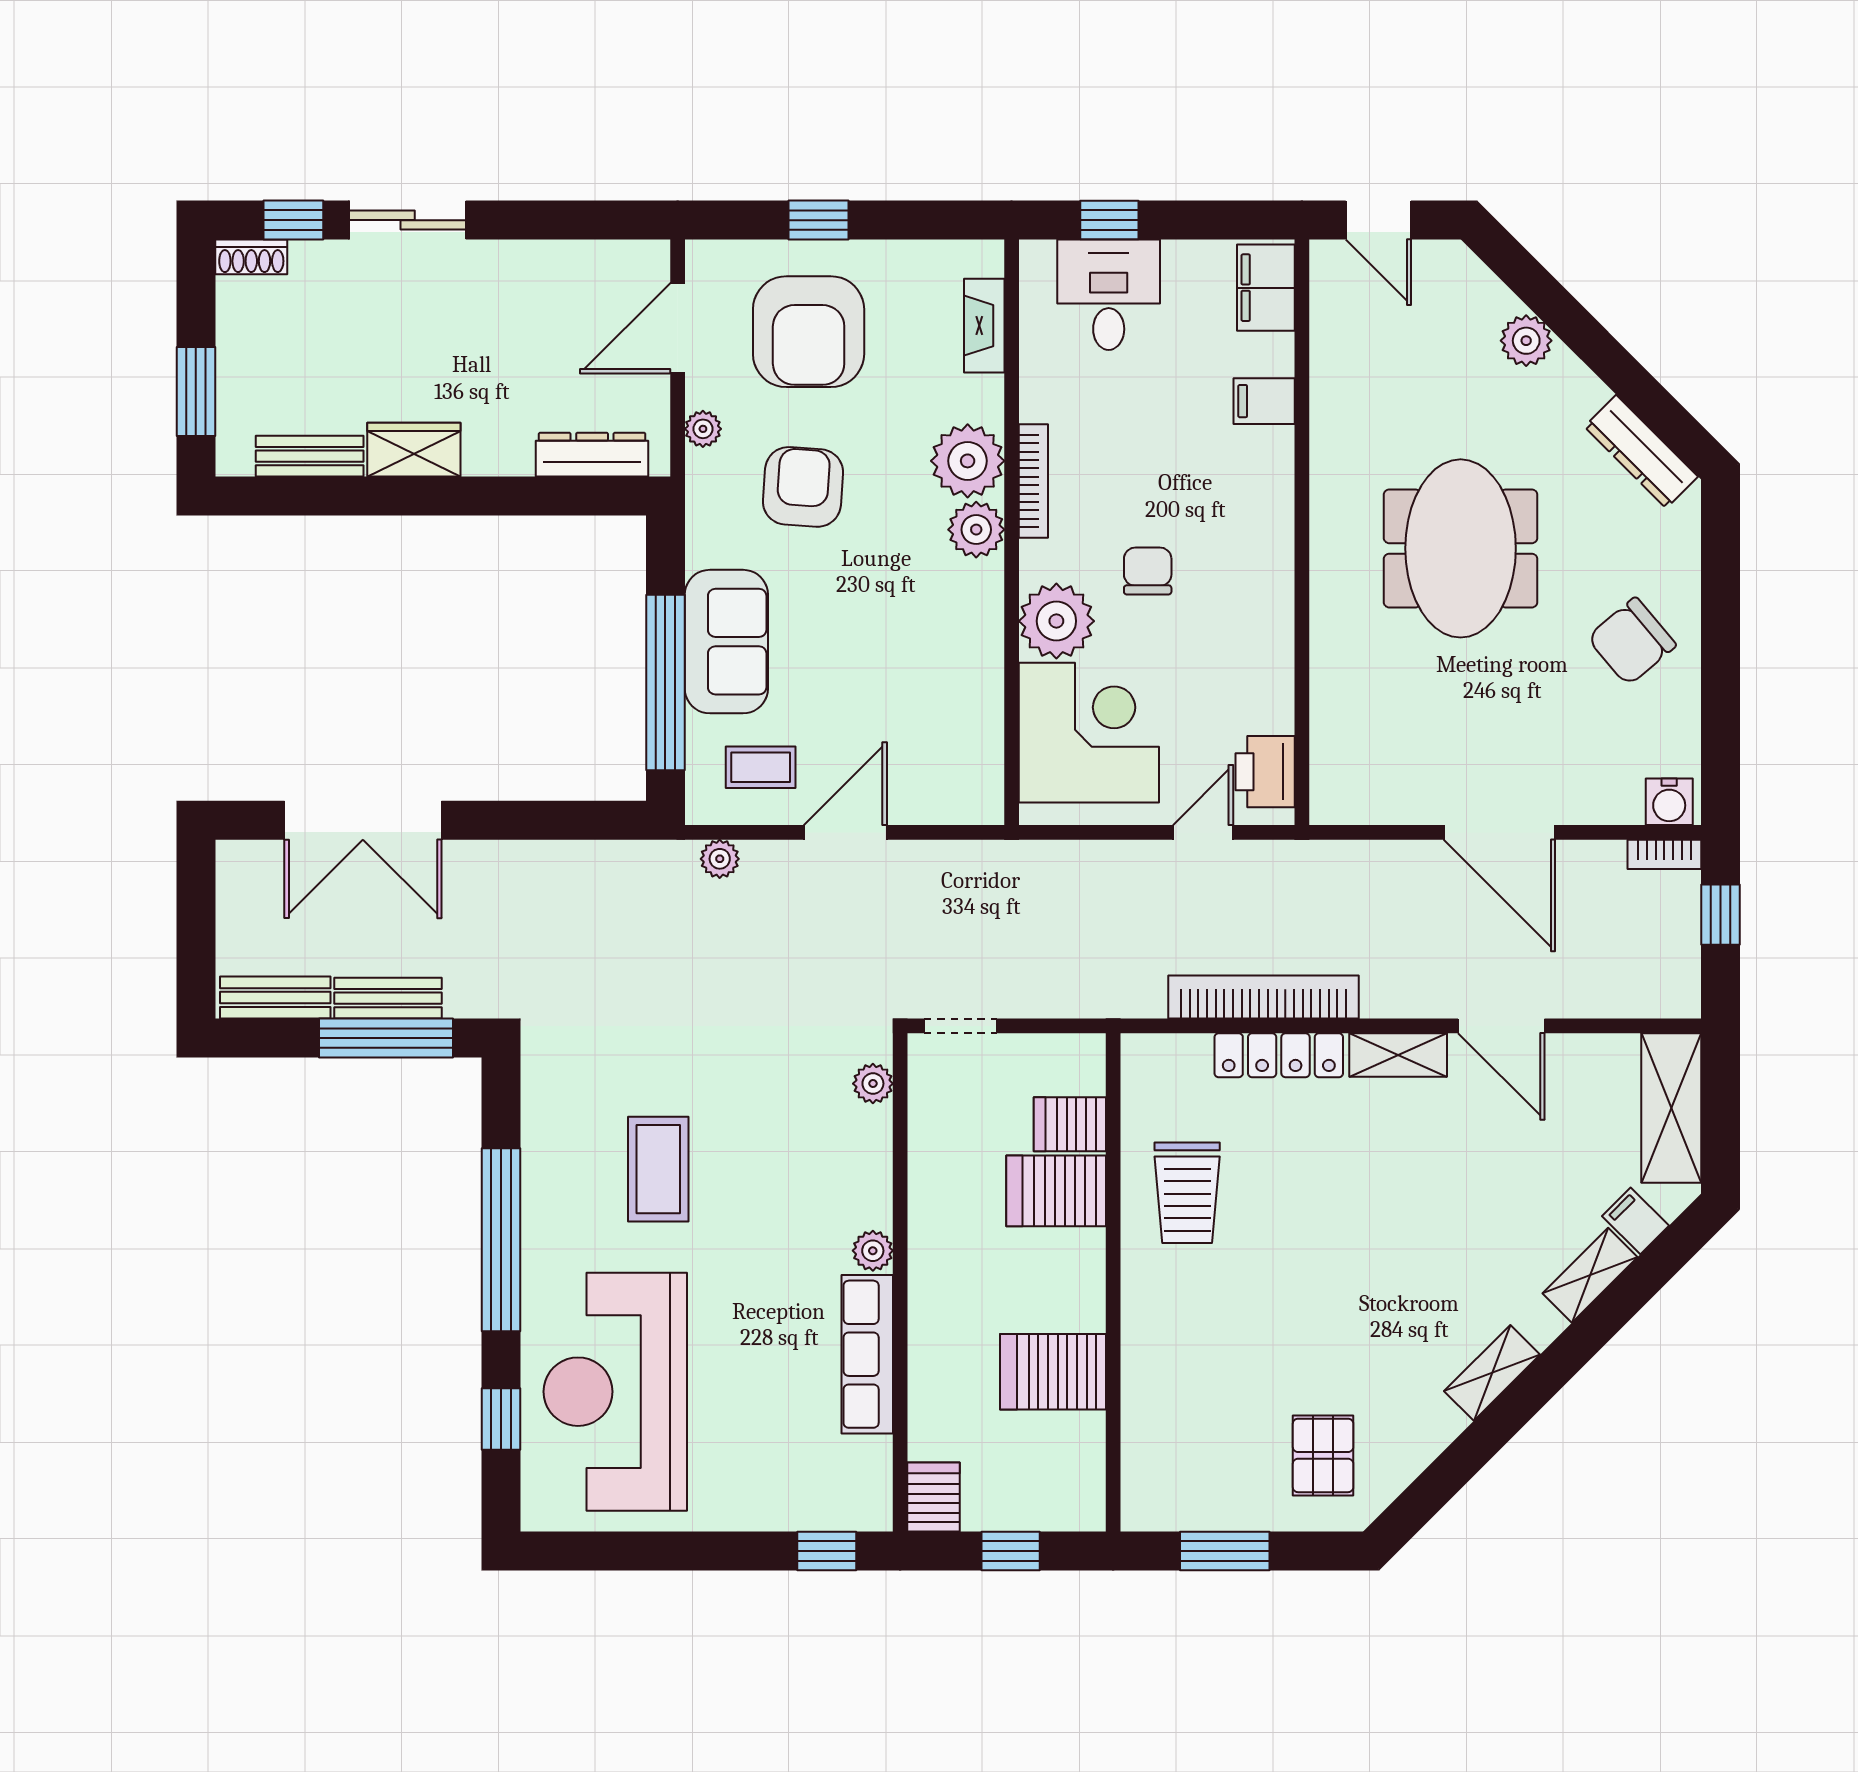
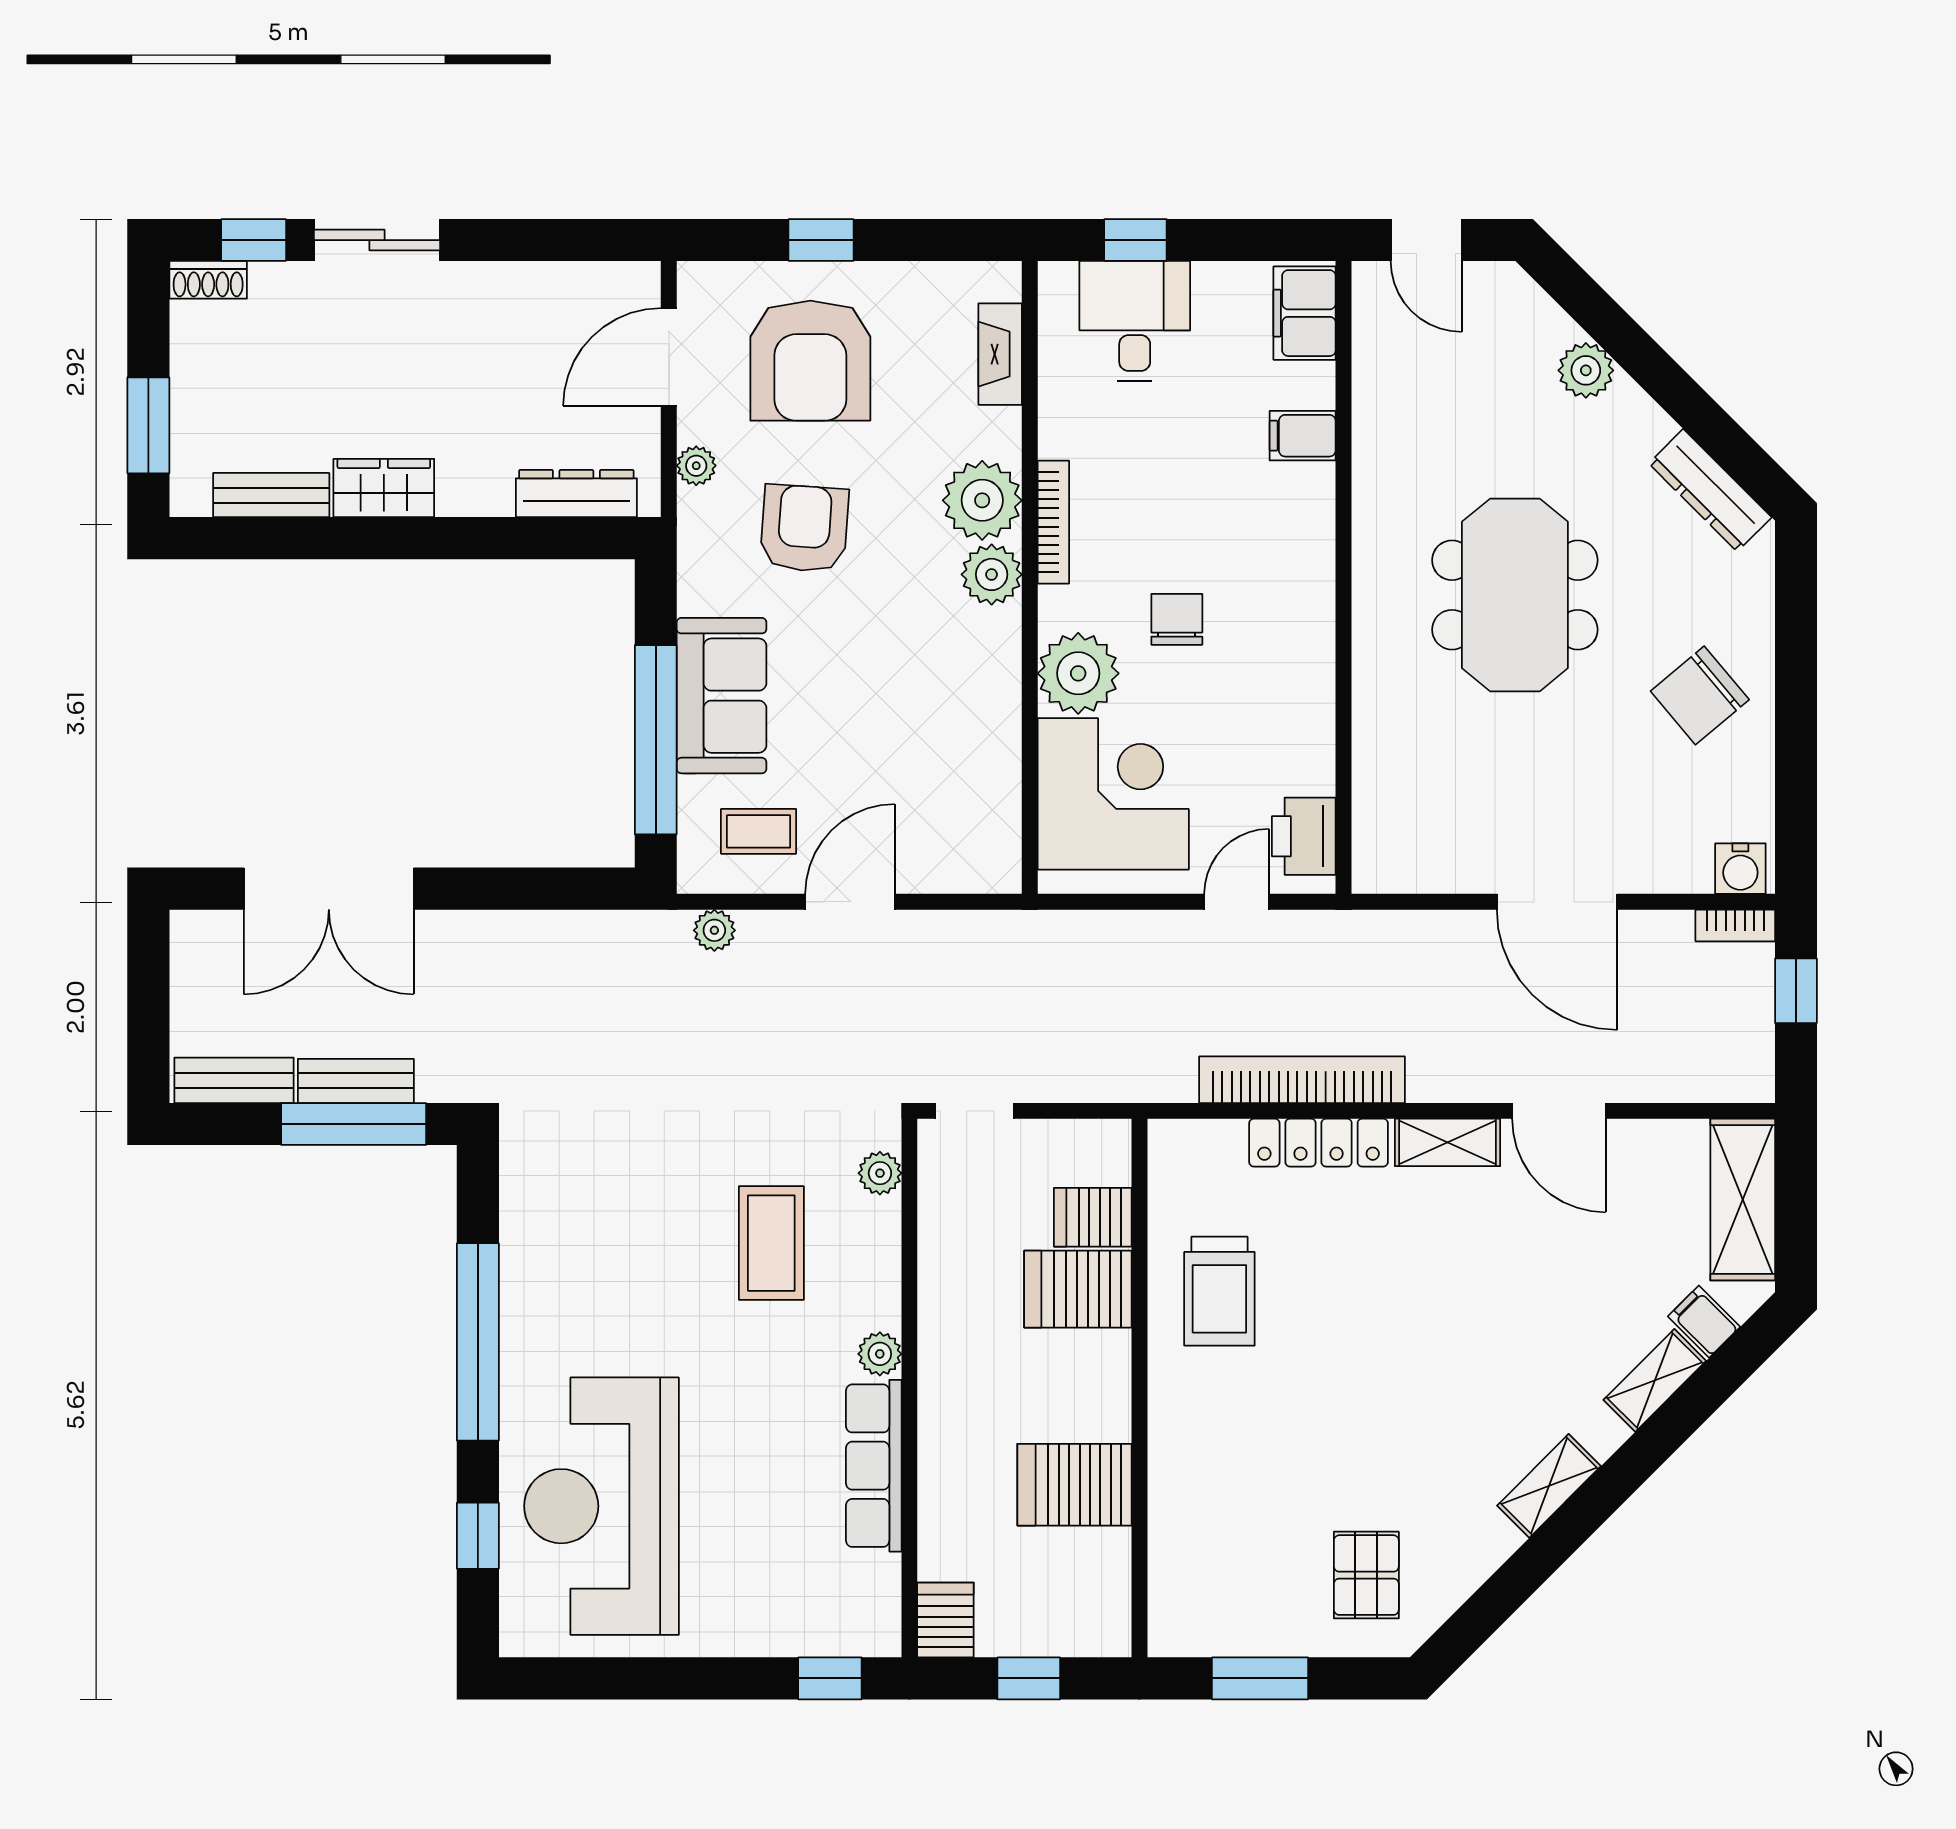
coffee table: (658, 1169) -> (771, 1243), moved

